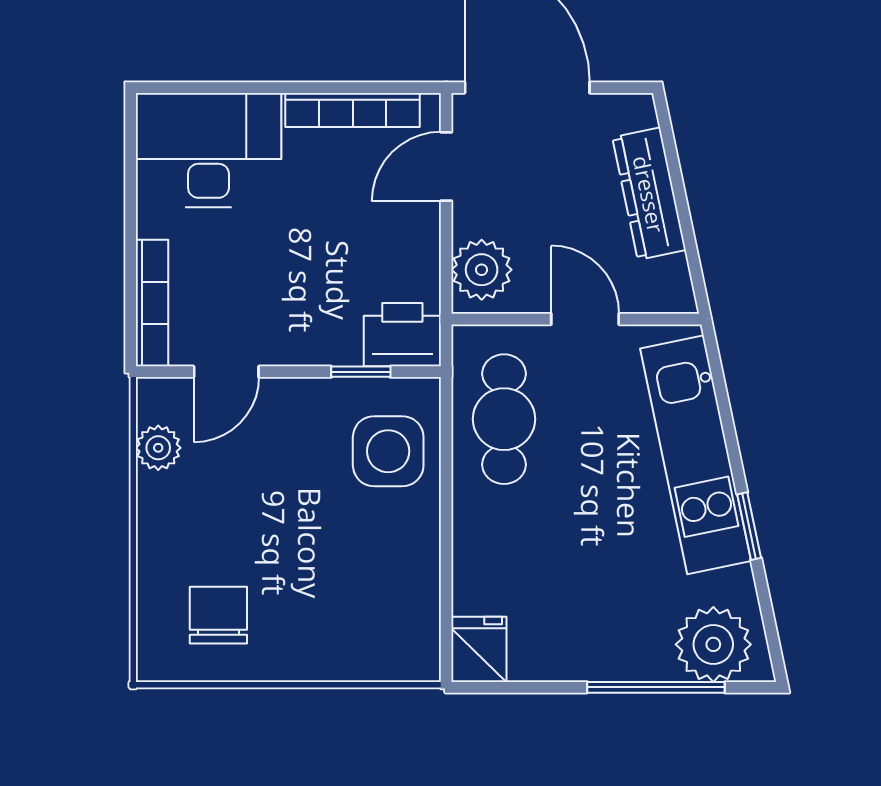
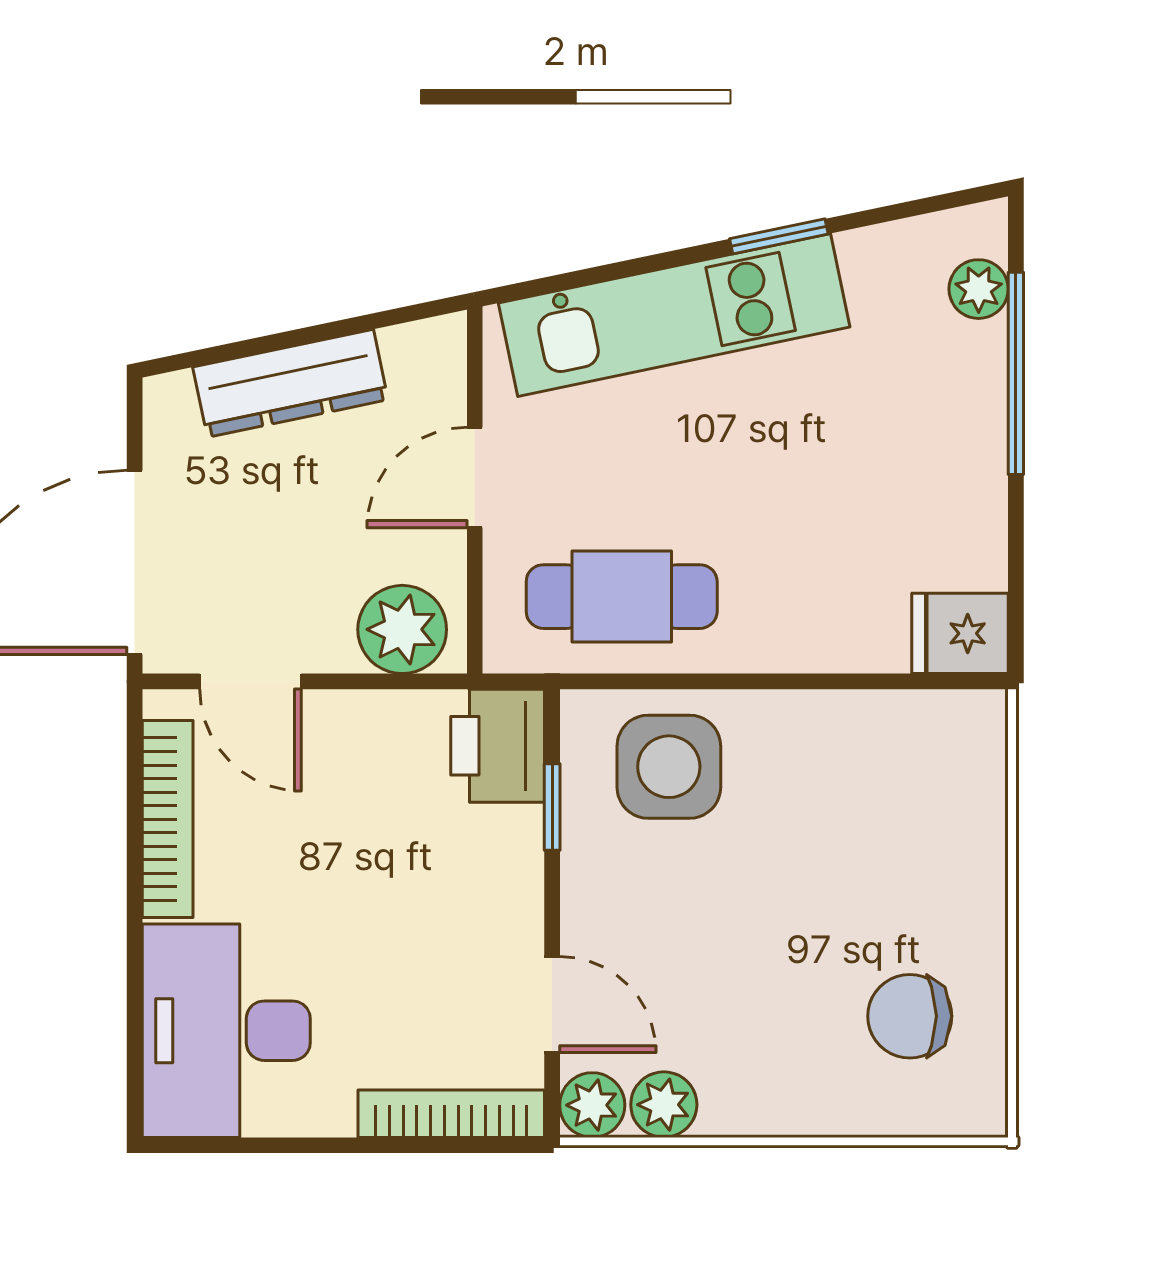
plant: (158, 399) -> (592, 1105), added
plant: (713, 644) -> (979, 289), width x0.53, depth x0.53

